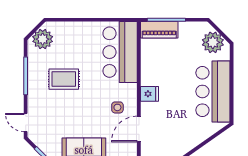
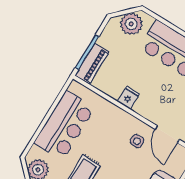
bar counter: (120, 52) -> (65, 125), moved, turned -90
fridge: (149, 94) -> (128, 98), moved

